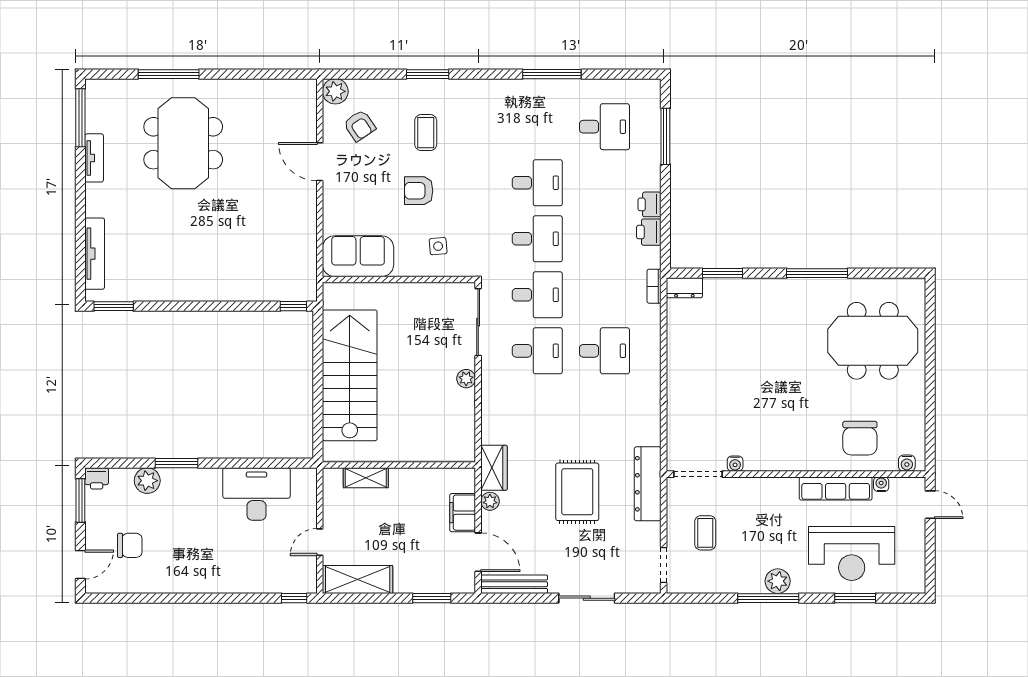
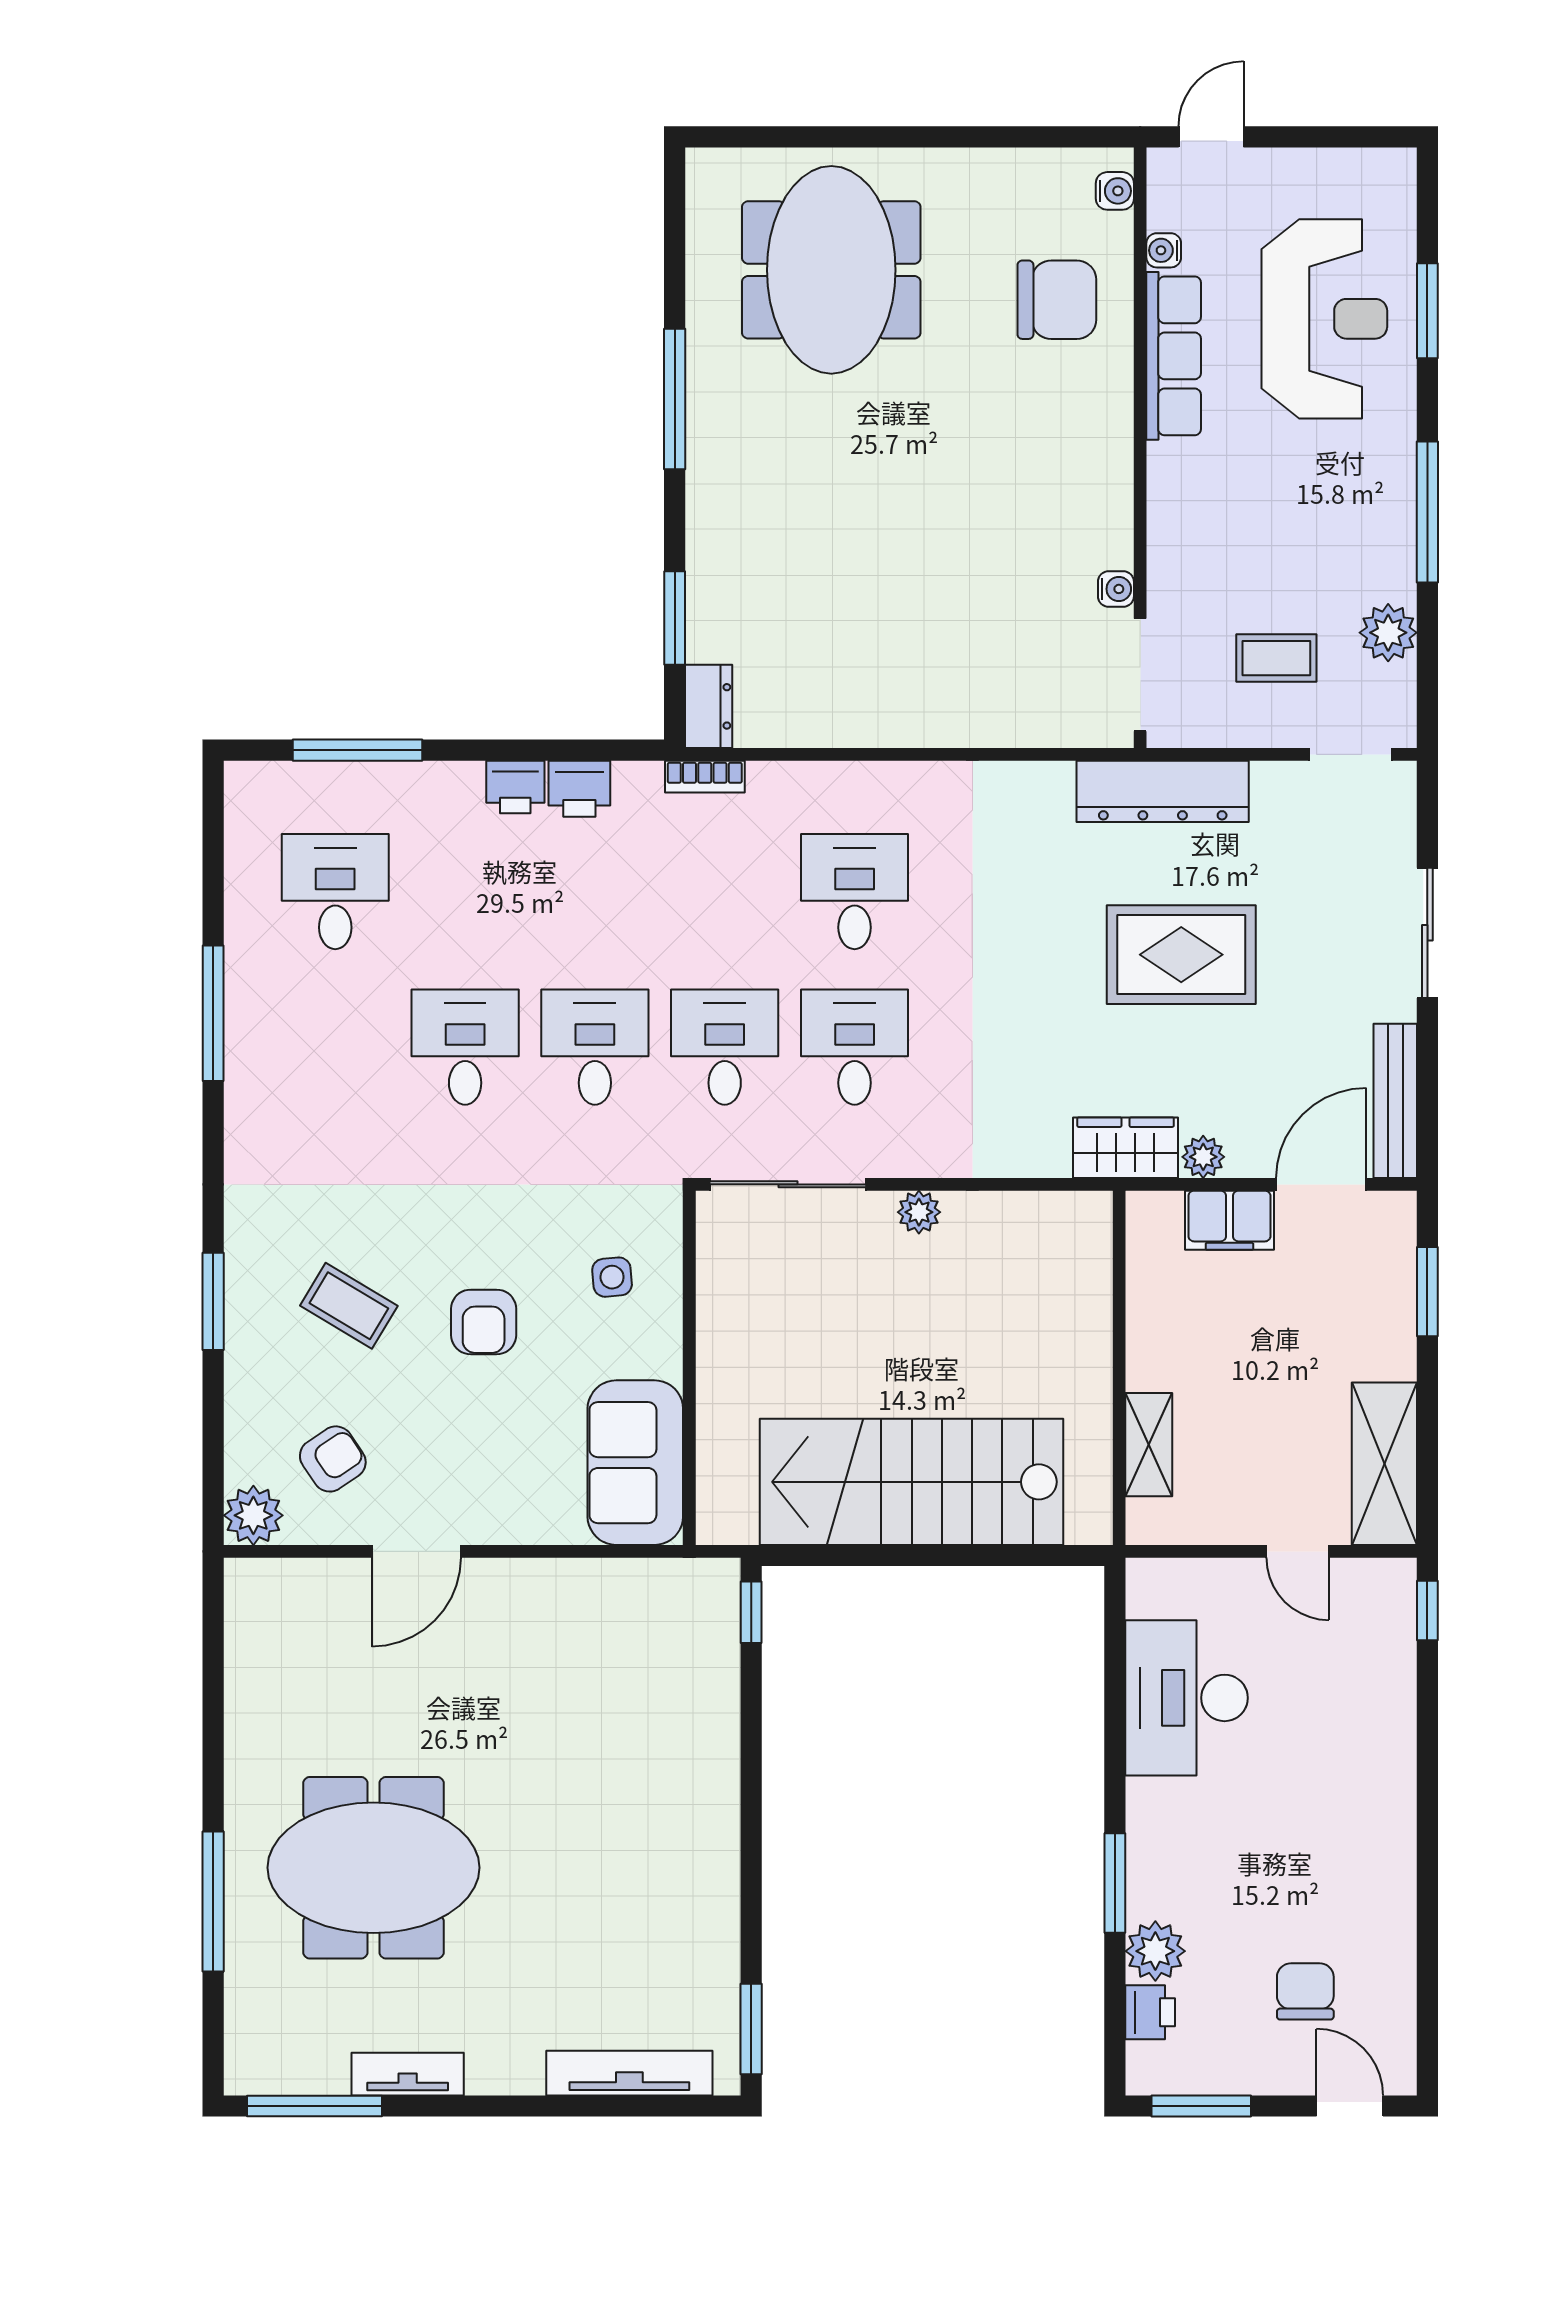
coffee table: (426, 133) -> (349, 1306), turned 31
printer: (97, 478) -> (1150, 2012), moved
plant: (778, 581) -> (1388, 633), moved

